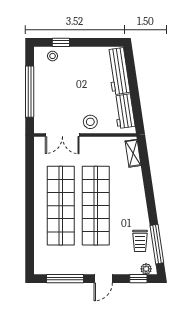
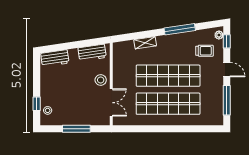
workbench: (118, 71) -> (55, 58), width x0.73
window: (30, 92) -> (76, 129), width x0.68
shelving: (133, 153) -> (145, 43), moved
trolley: (140, 241) -> (205, 51), moved
window: (157, 244) -> (180, 29), moved

